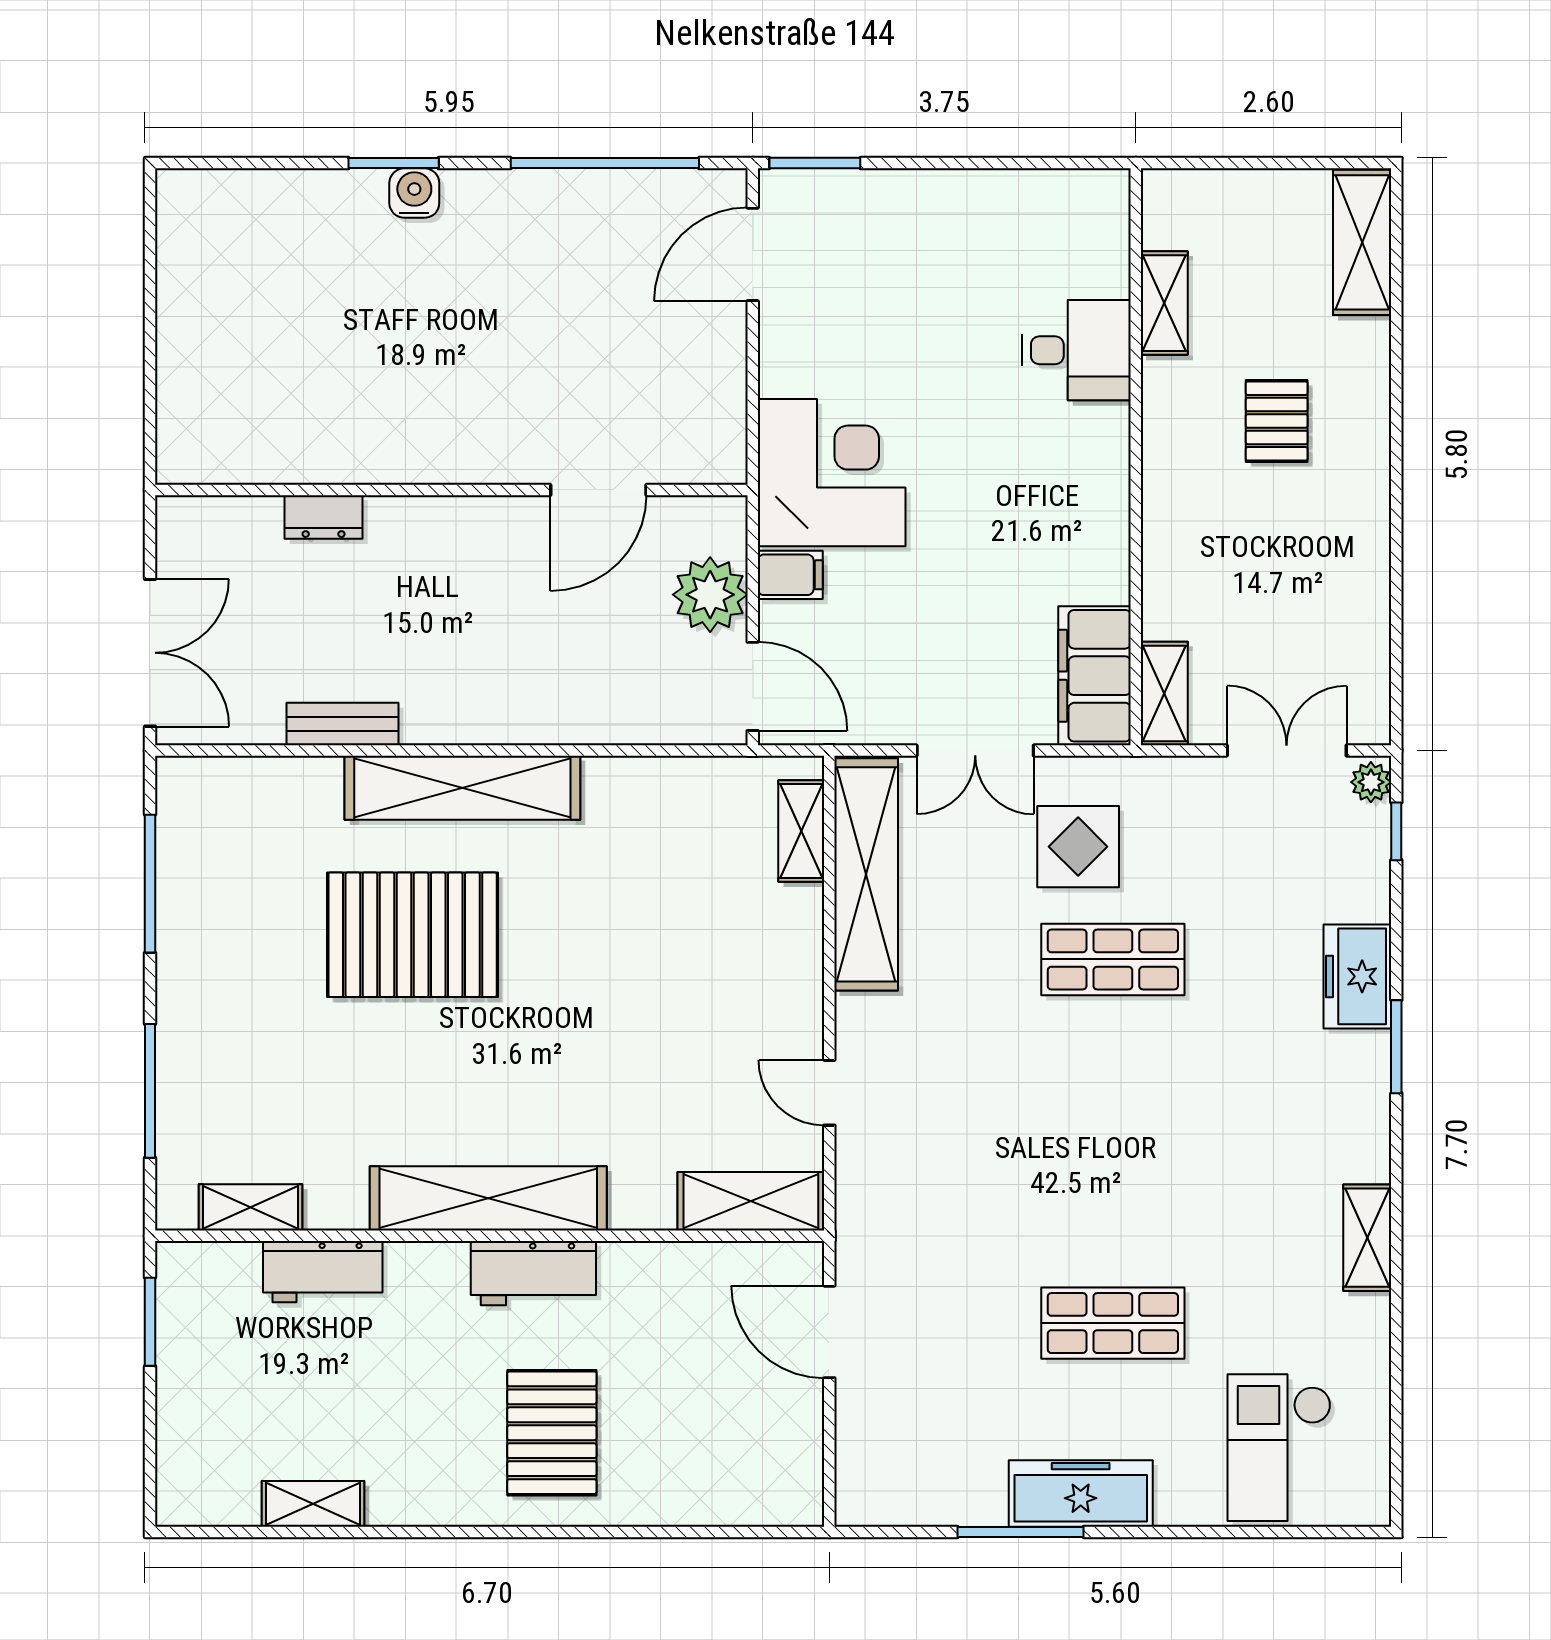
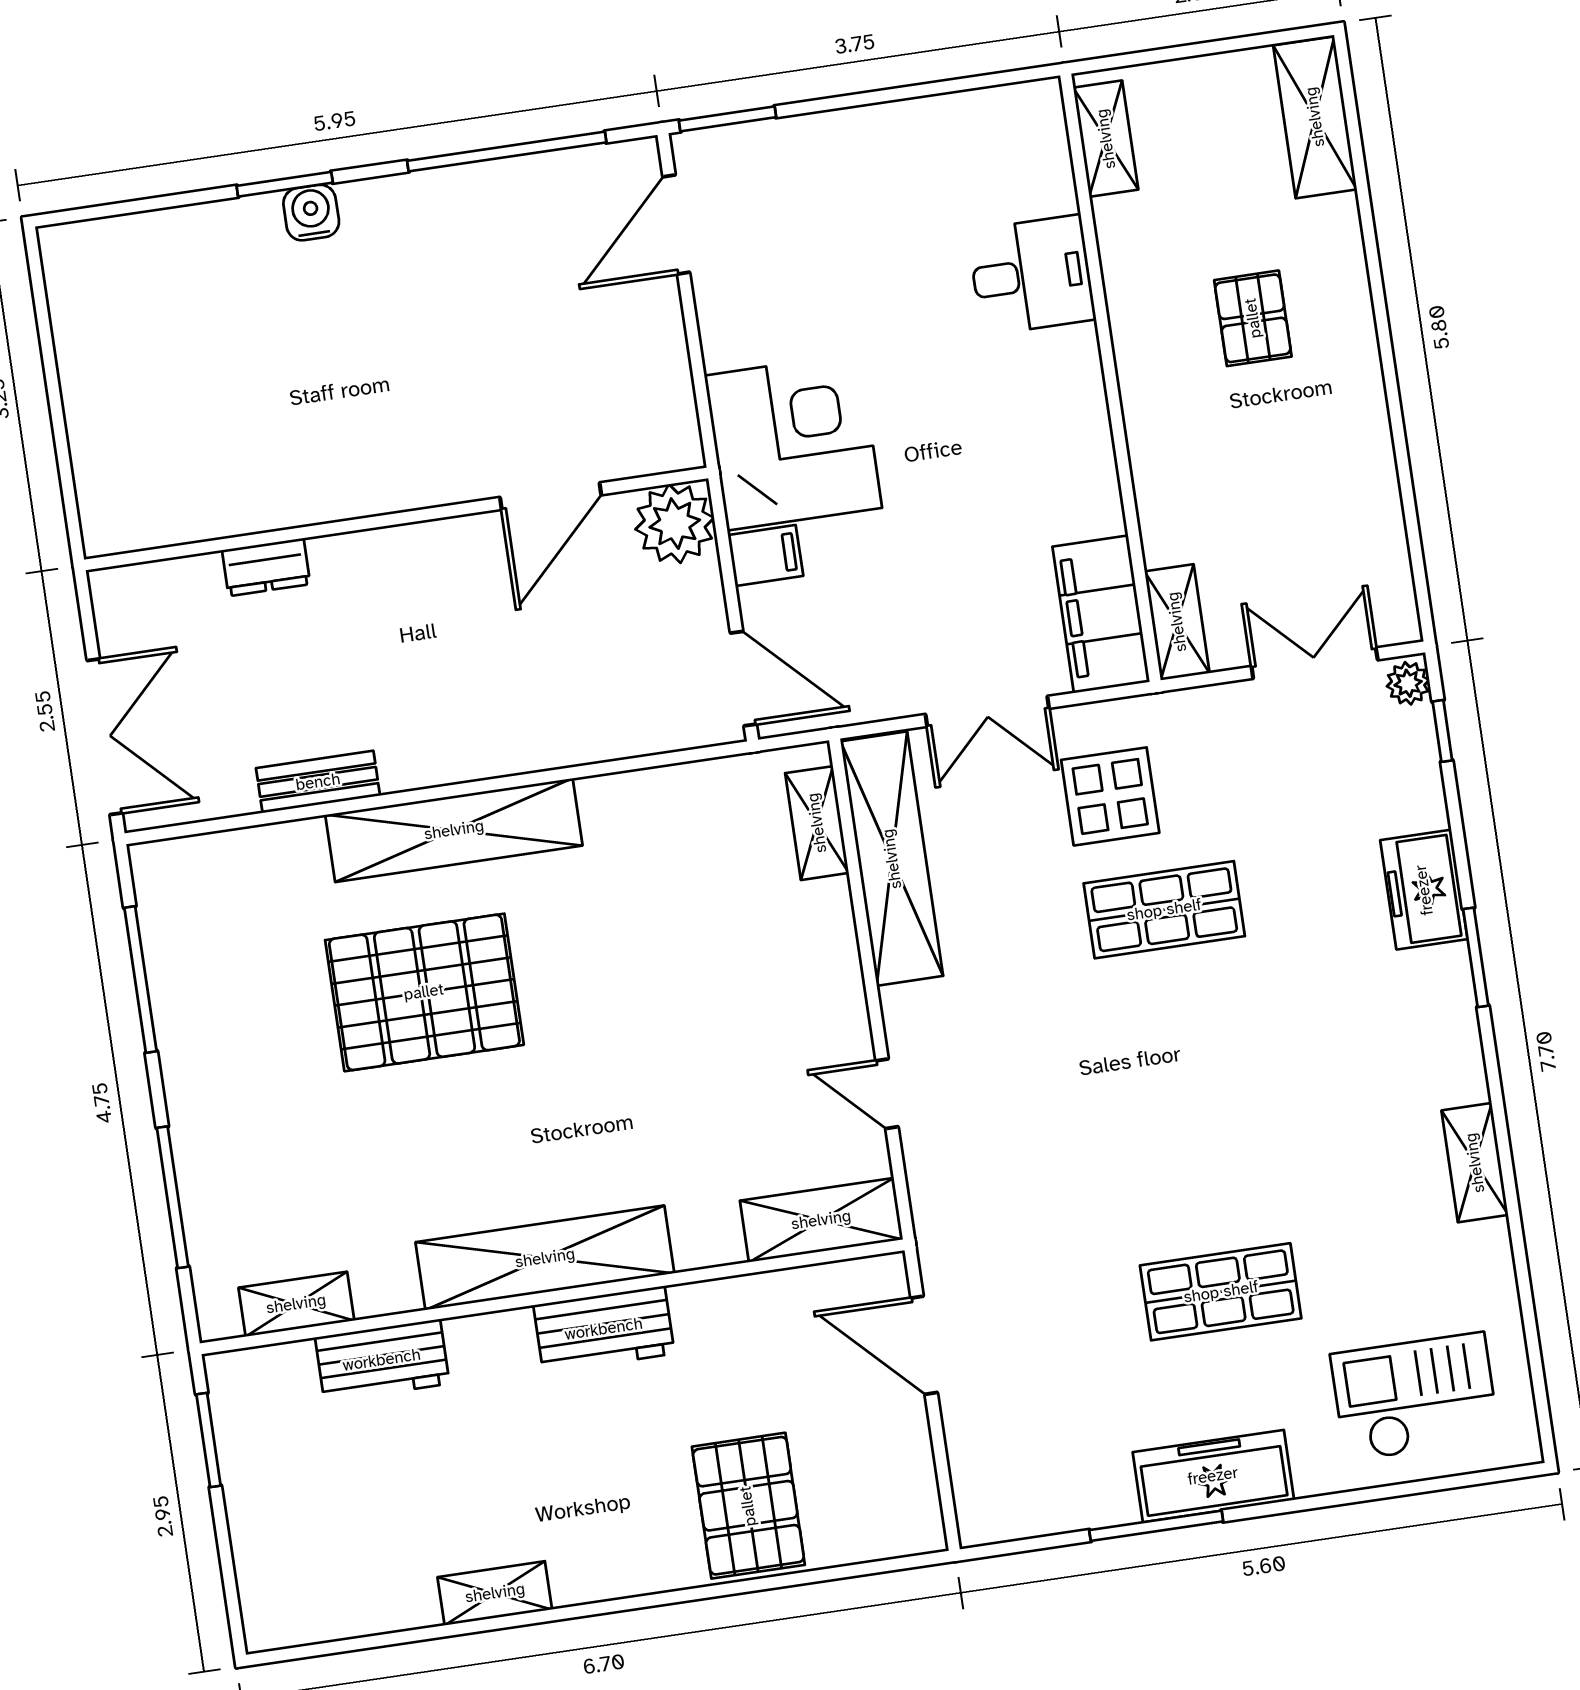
shelving: (1164, 303) -> (1106, 139), moved
plant: (710, 595) -> (675, 524), moved
pallet: (552, 1433) -> (748, 1506), moved
checkout: (1279, 1448) -> (1415, 1397), turned 90
shelving: (313, 1504) -> (495, 1593), moved

